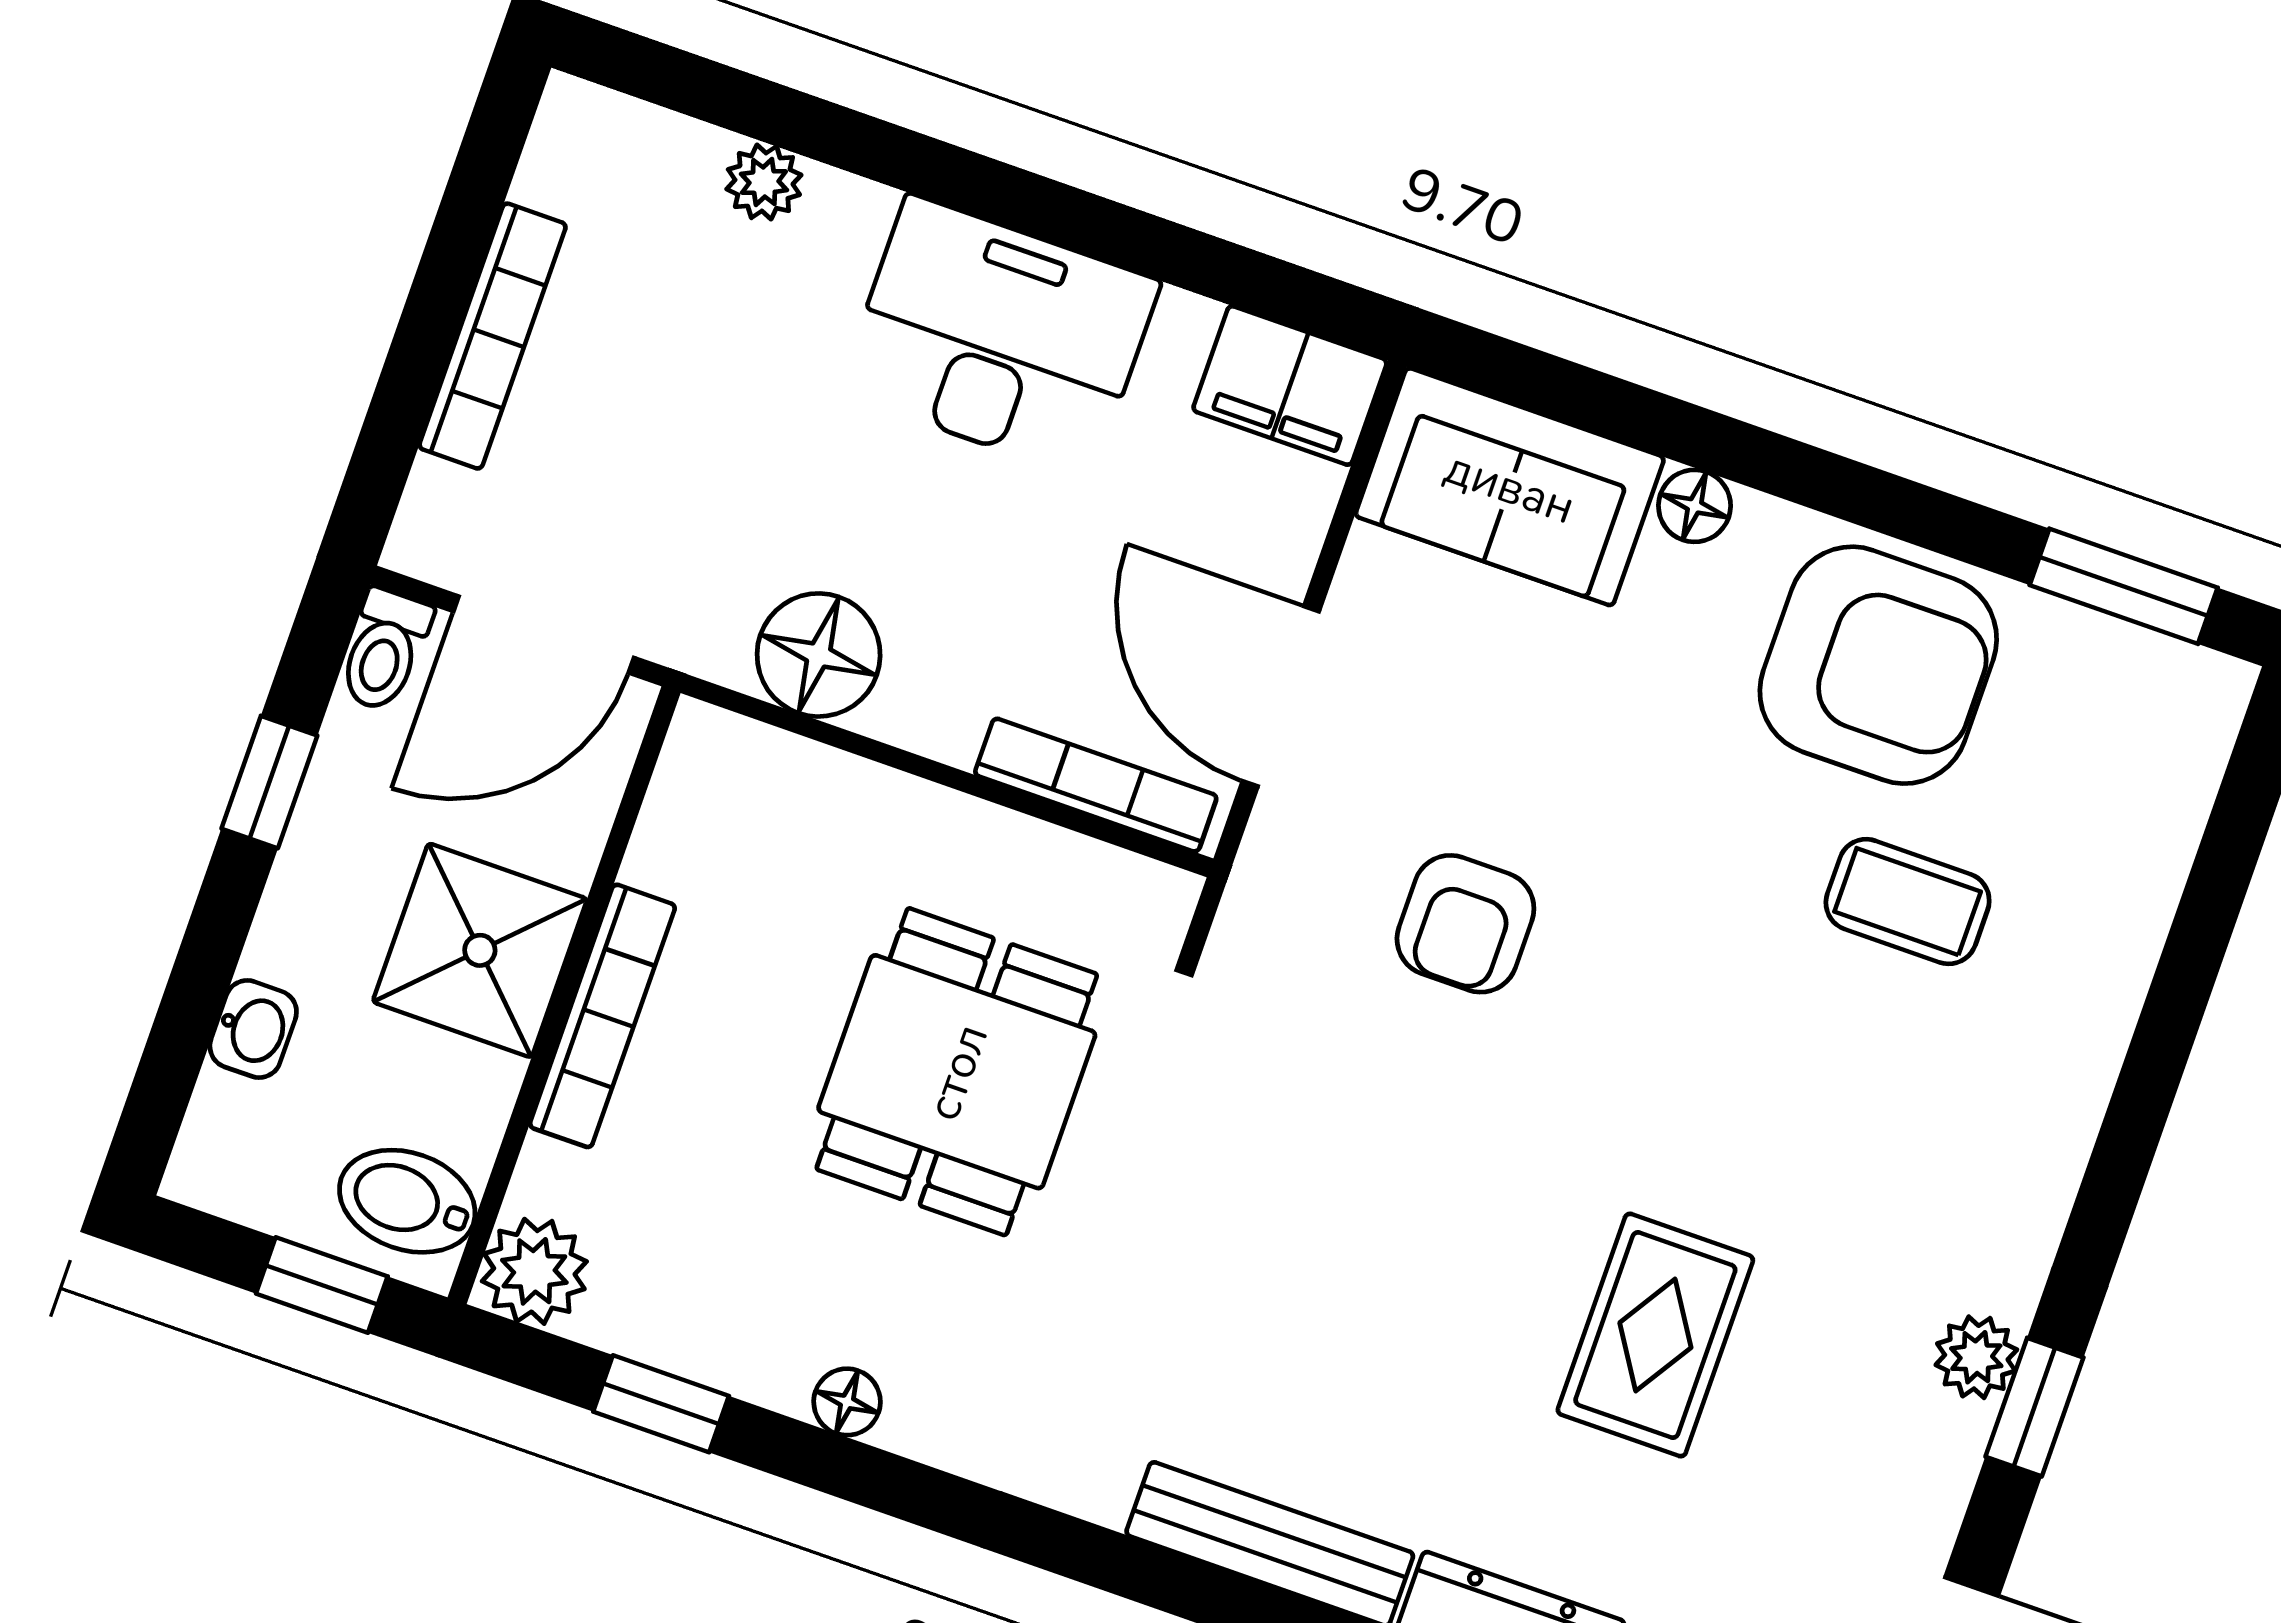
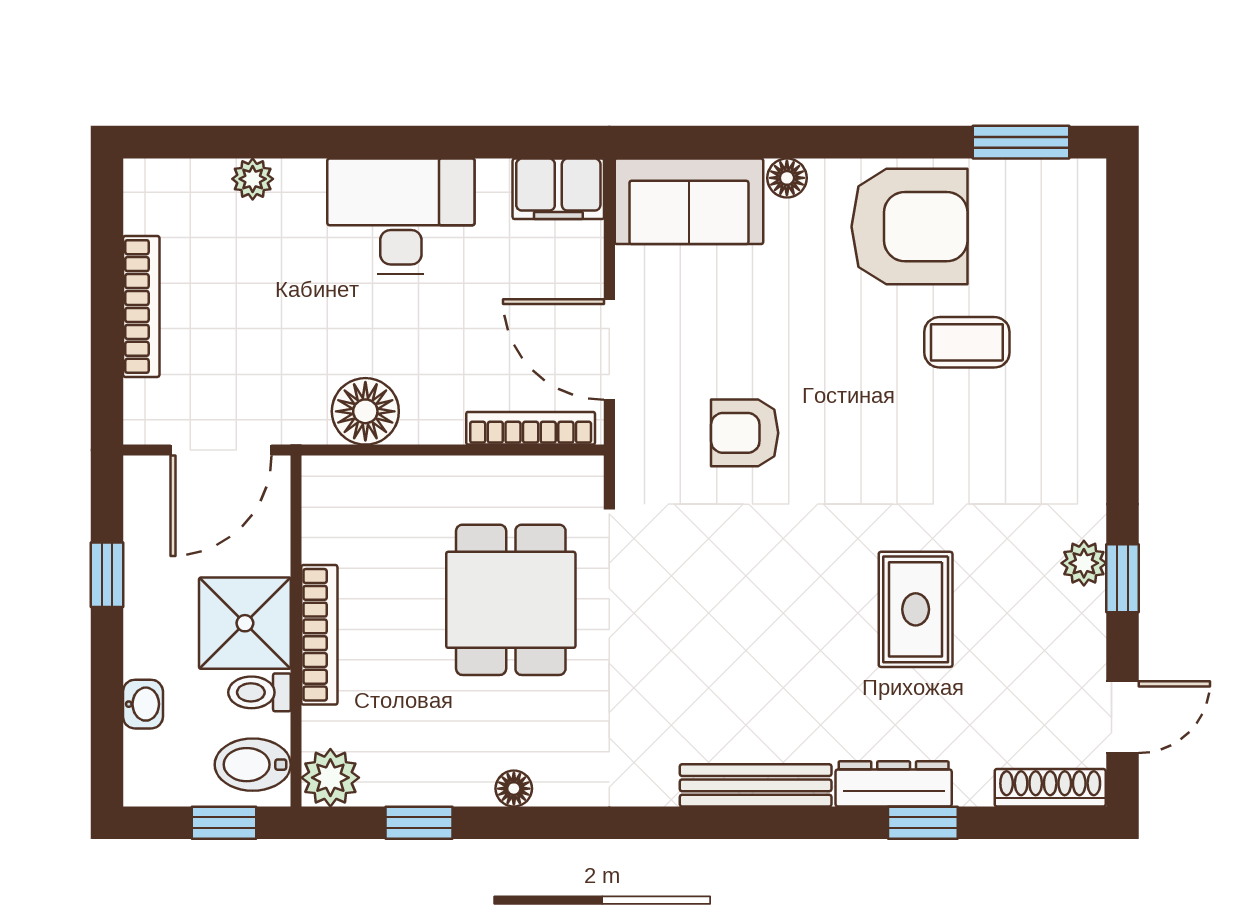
toilet: (385, 650) -> (260, 692), moved, turned 90
armchair: (1465, 924) -> (745, 433), turned 90

